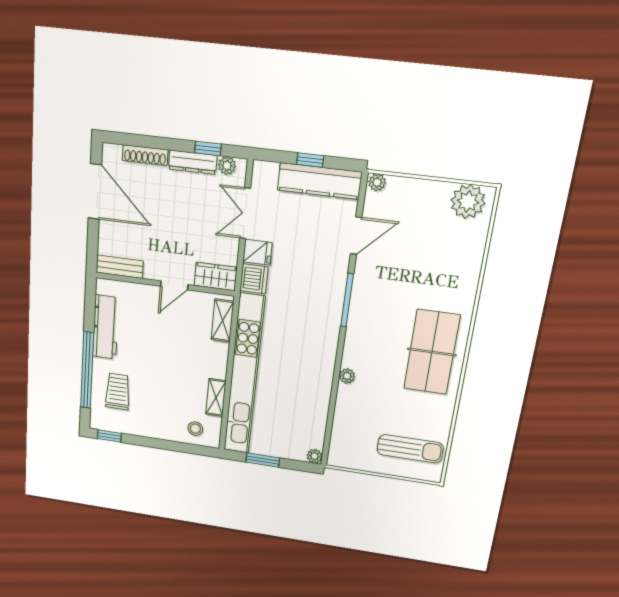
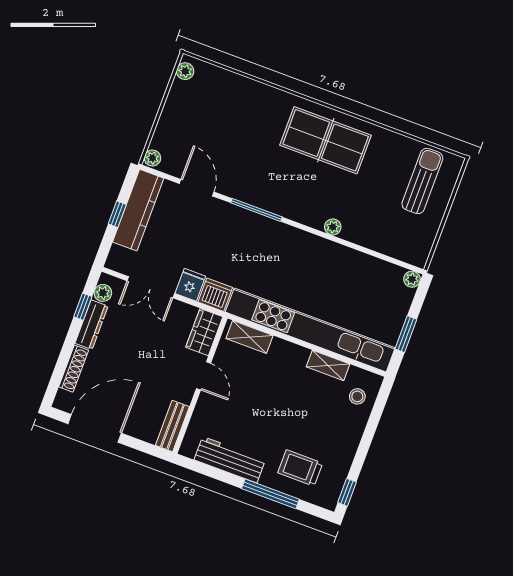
plant: (468, 202) -> (185, 71), width x0.53, depth x0.53
window: (87, 370) -> (270, 494), width x0.68

